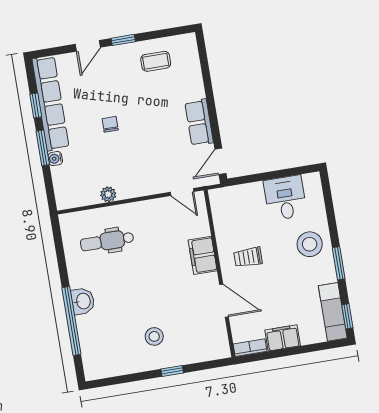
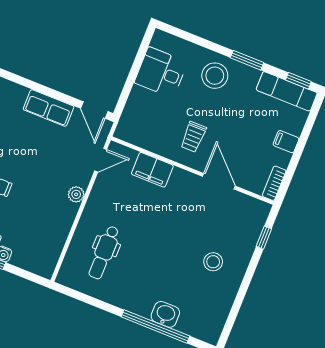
plant: (108, 194) -> (76, 194), moved
filing cabinet: (203, 255) -> (152, 170), moved
washbasin: (83, 301) -> (165, 314), moved
door: (224, 301) -> (219, 181), hinge flipped
filing cabinet: (283, 338) -> (286, 142), width x0.50
window: (172, 371) -> (264, 238), moved

